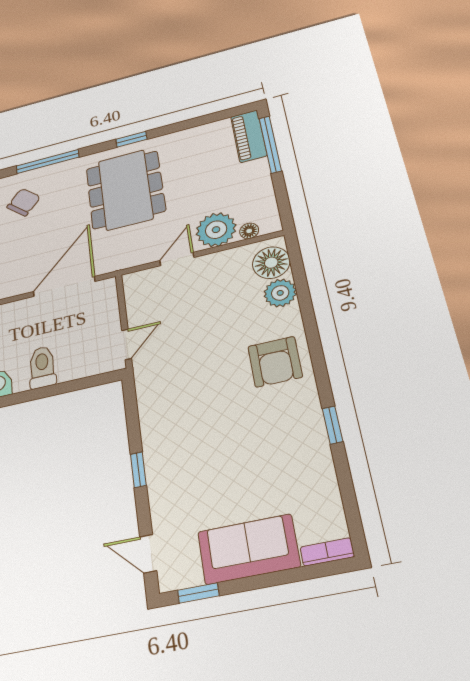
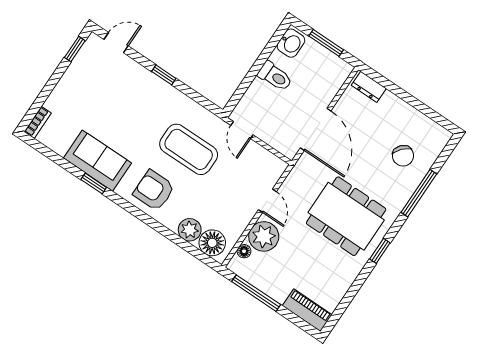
window: (270, 144) -> (256, 293), moved
coffee table: (196, 372) -> (189, 149), added
sofa: (248, 549) -> (97, 161), moved, turned -90

